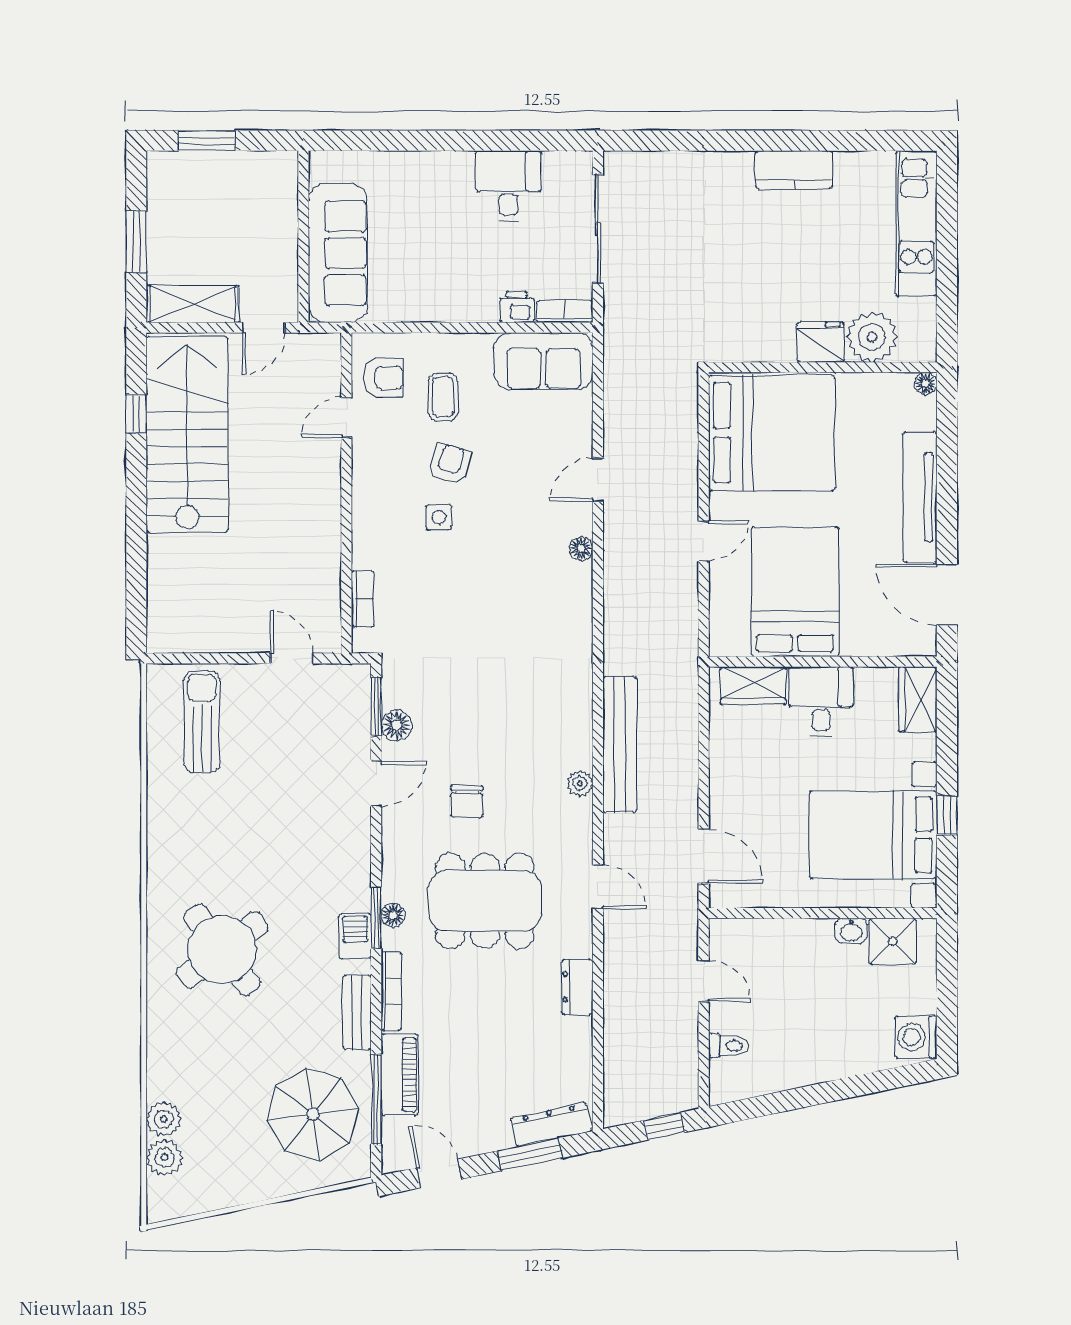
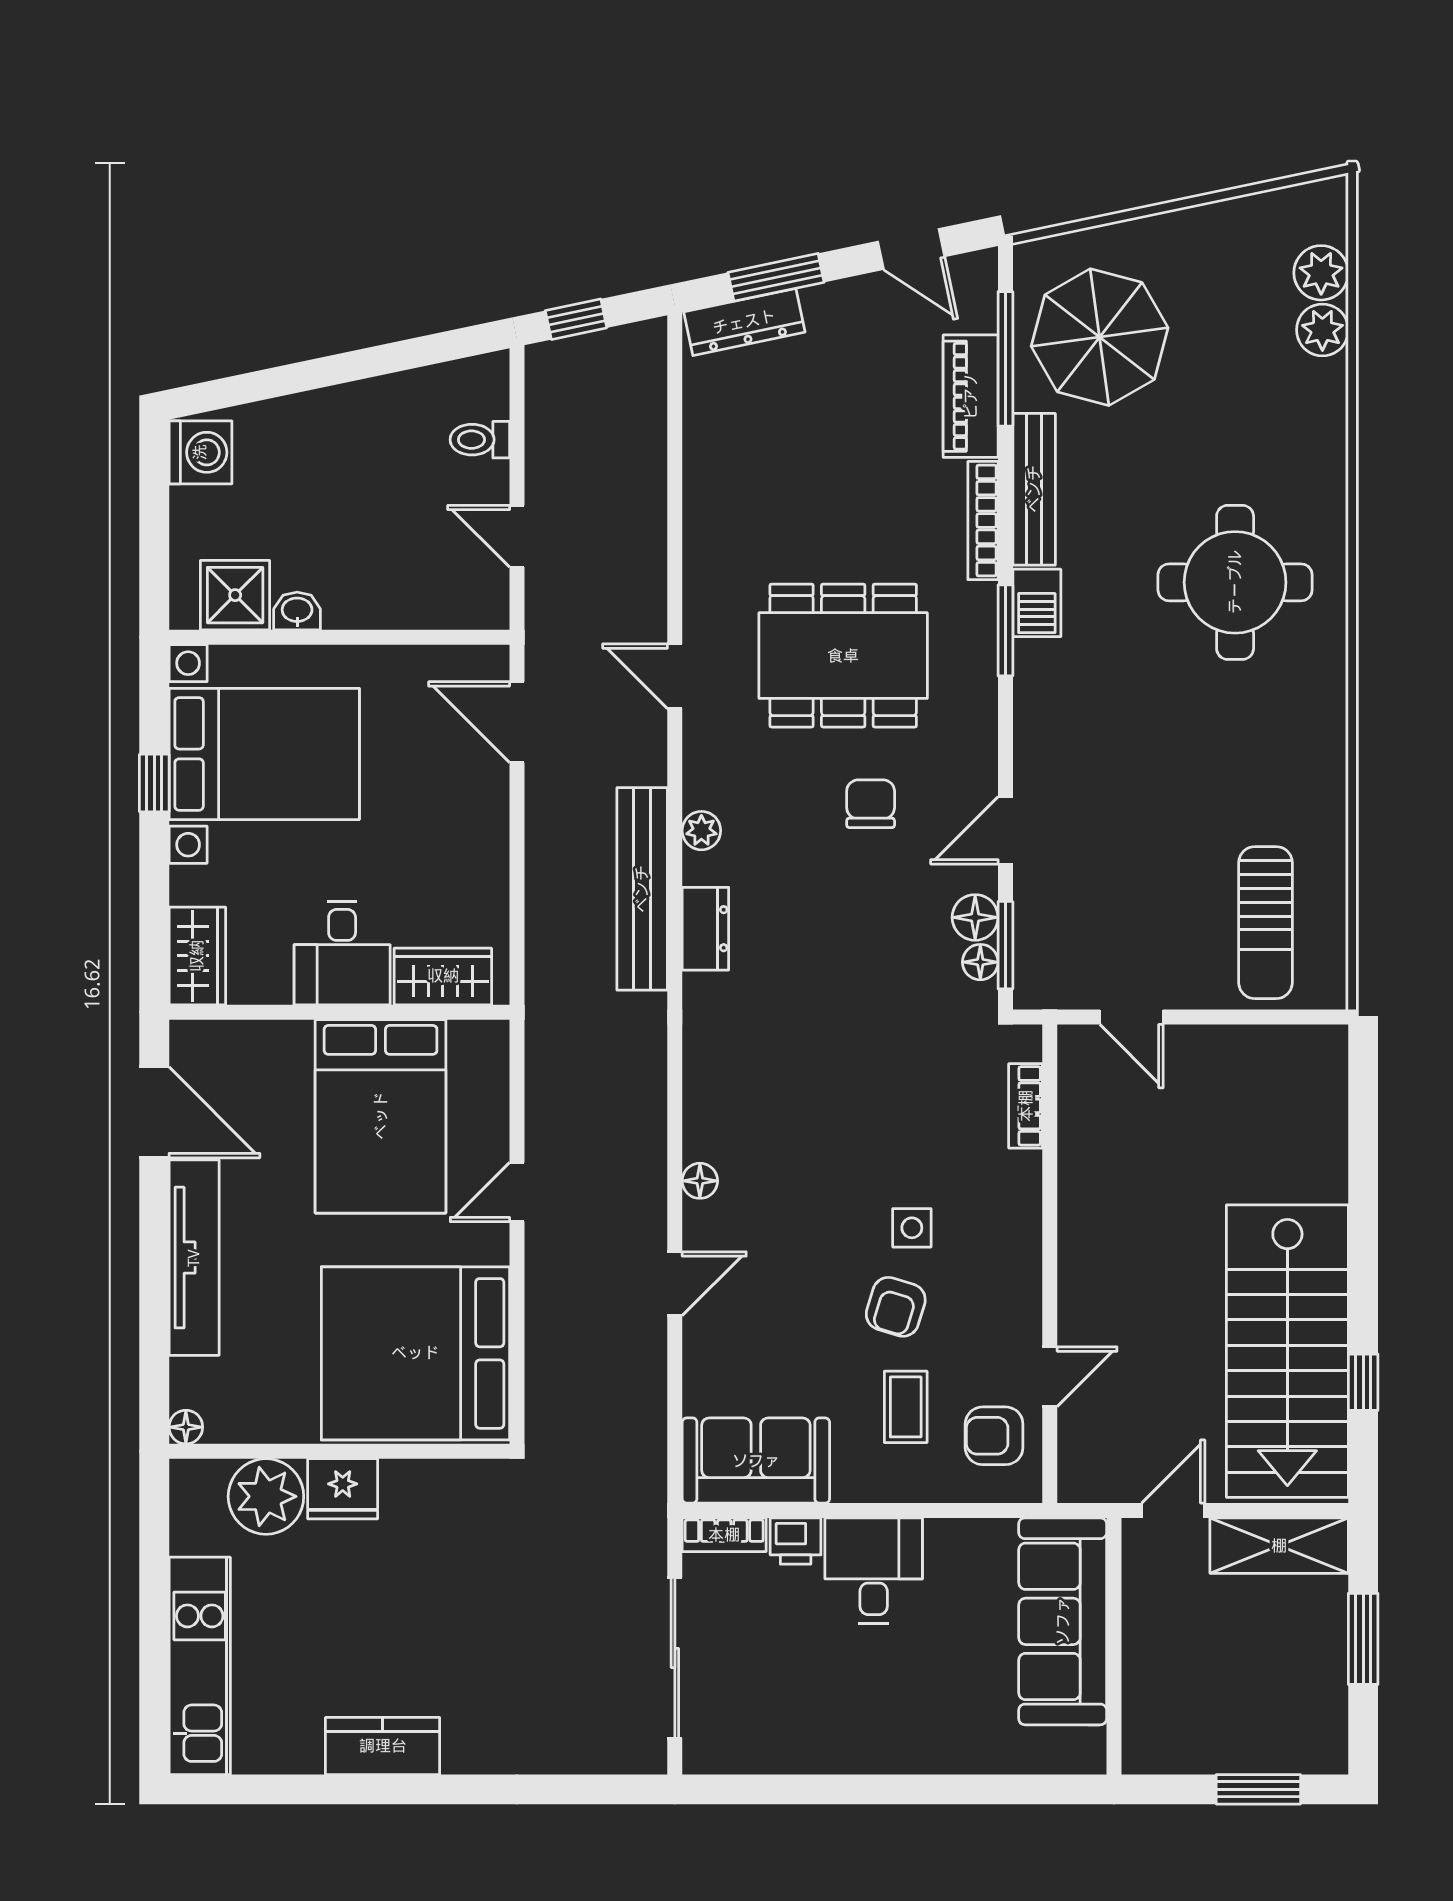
desk: (508, 186) -> (874, 1570), moved, turned 180
floor lamp: (393, 915) -> (980, 962), moved
round table: (222, 950) -> (1235, 582), turned 37
dresser: (577, 987) -> (705, 929), moved
bench: (357, 1012) -> (1034, 489), width x1.36

